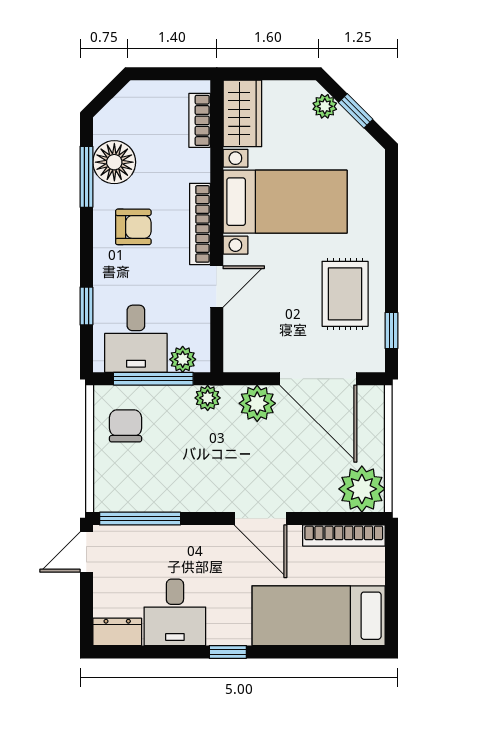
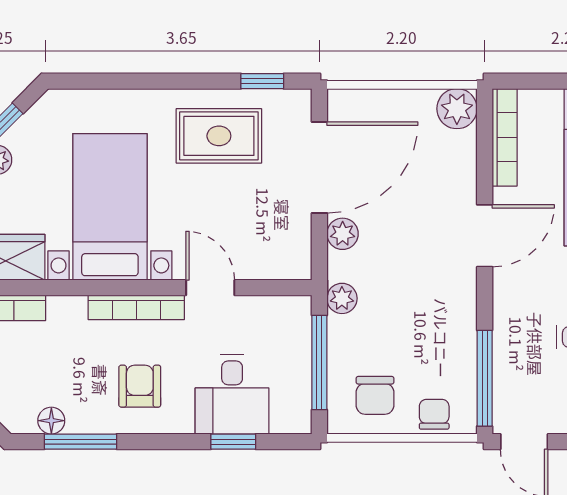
floor lamp: (114, 162) -> (51, 421), width x0.53, depth x0.53
desk: (136, 339) -> (232, 394), moved, turned 90
plant: (183, 359) -> (296, 328), removed
plant: (257, 403) -> (343, 234), width x0.73, depth x0.73
chair: (126, 426) -> (375, 395), turned -90
chair: (110, 476) -> (434, 414), added
plant: (362, 489) -> (457, 109), width x0.73, depth x0.73

